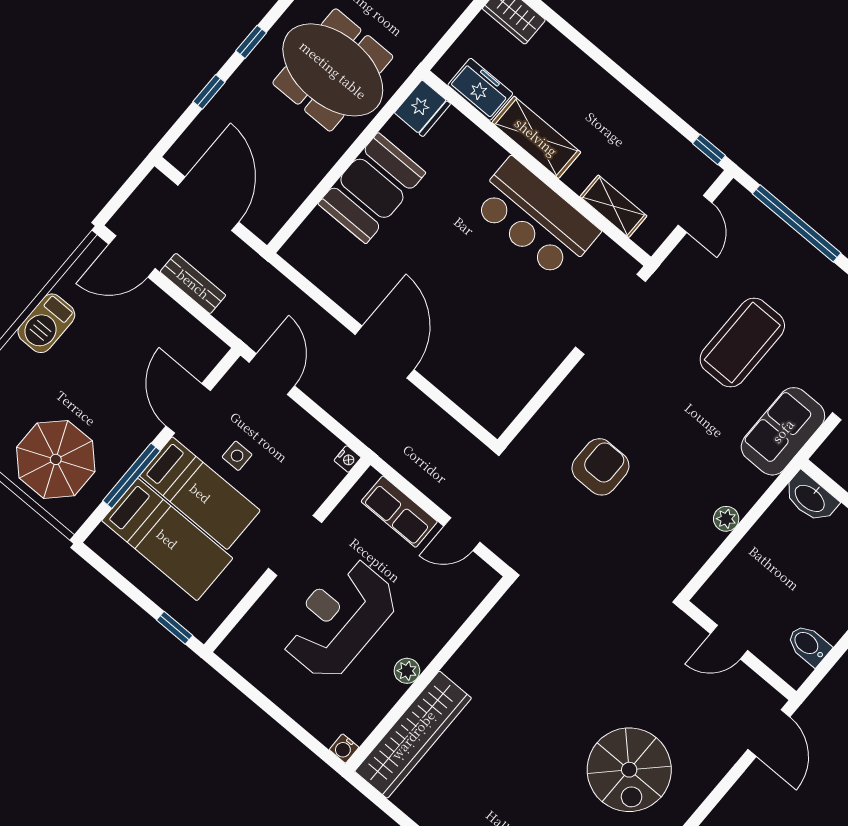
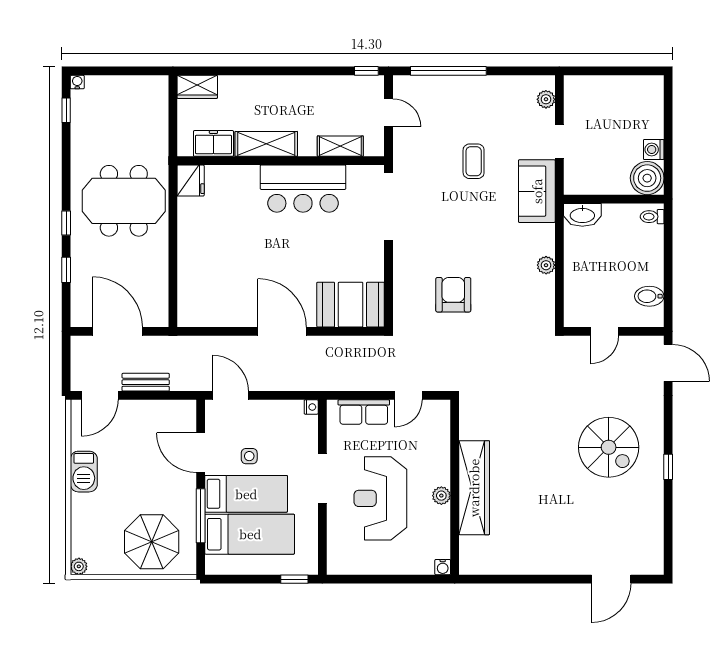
booth: (372, 188) -> (351, 305), moved, turned 90
coffee table: (742, 342) -> (474, 161), width x0.54, depth x0.58
wardrobe: (413, 735) -> (474, 488), moved

